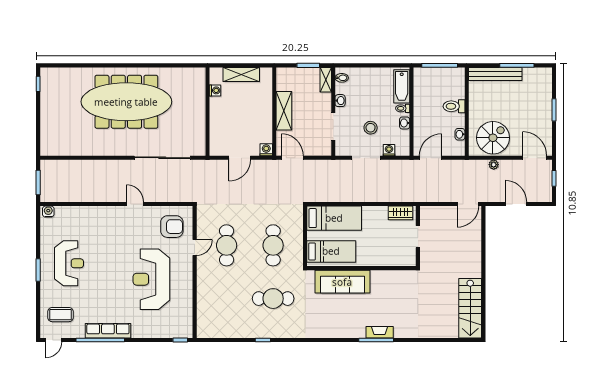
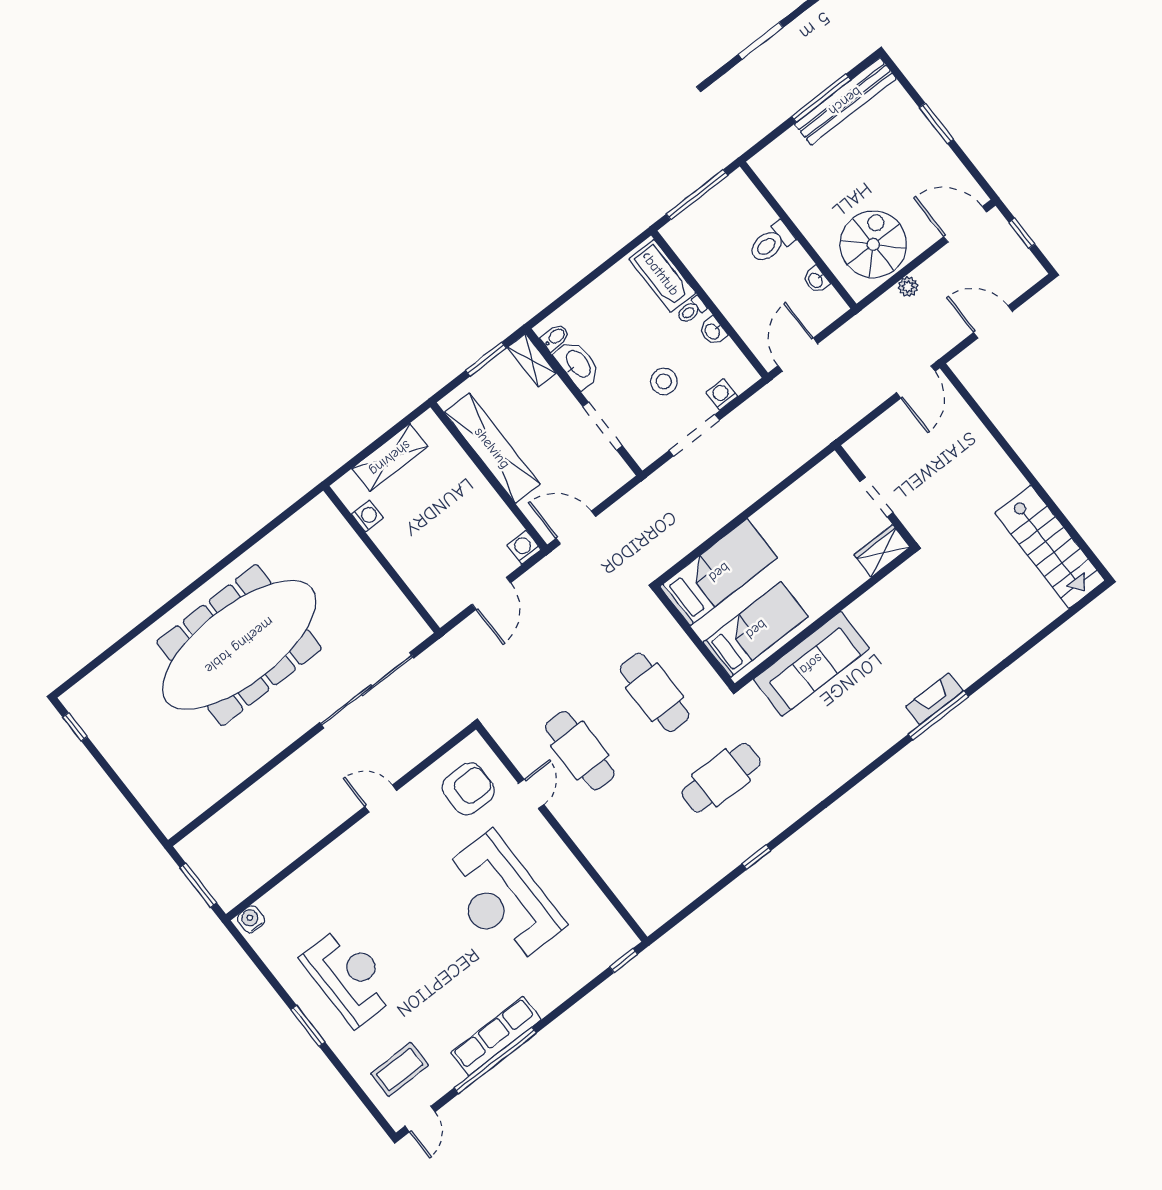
bench: (495, 74) -> (845, 101), moved
washbasin: (340, 101) -> (578, 364), width x1.91, depth x1.45
shelving: (284, 111) -> (492, 448), width x1.47
wardrobe: (400, 213) -> (882, 551), moved, turned 180

